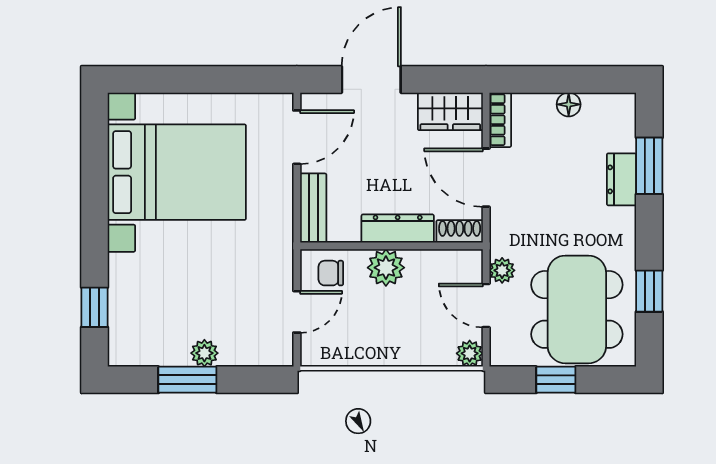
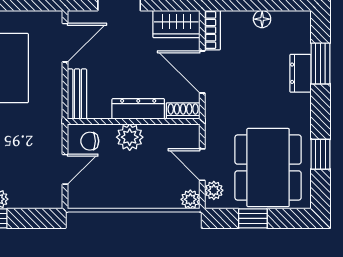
plant: (502, 270) -> (214, 190), moved

